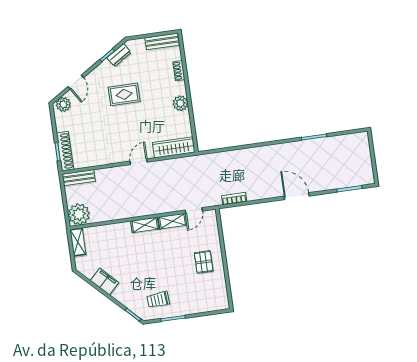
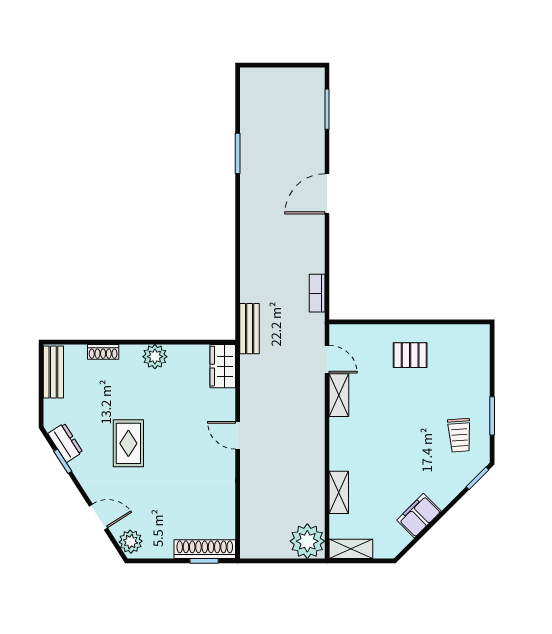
wardrobe: (174, 147) -> (223, 366), width x0.67
bench: (79, 178) -> (250, 329), moved
shelving: (145, 225) -> (339, 492), moved

